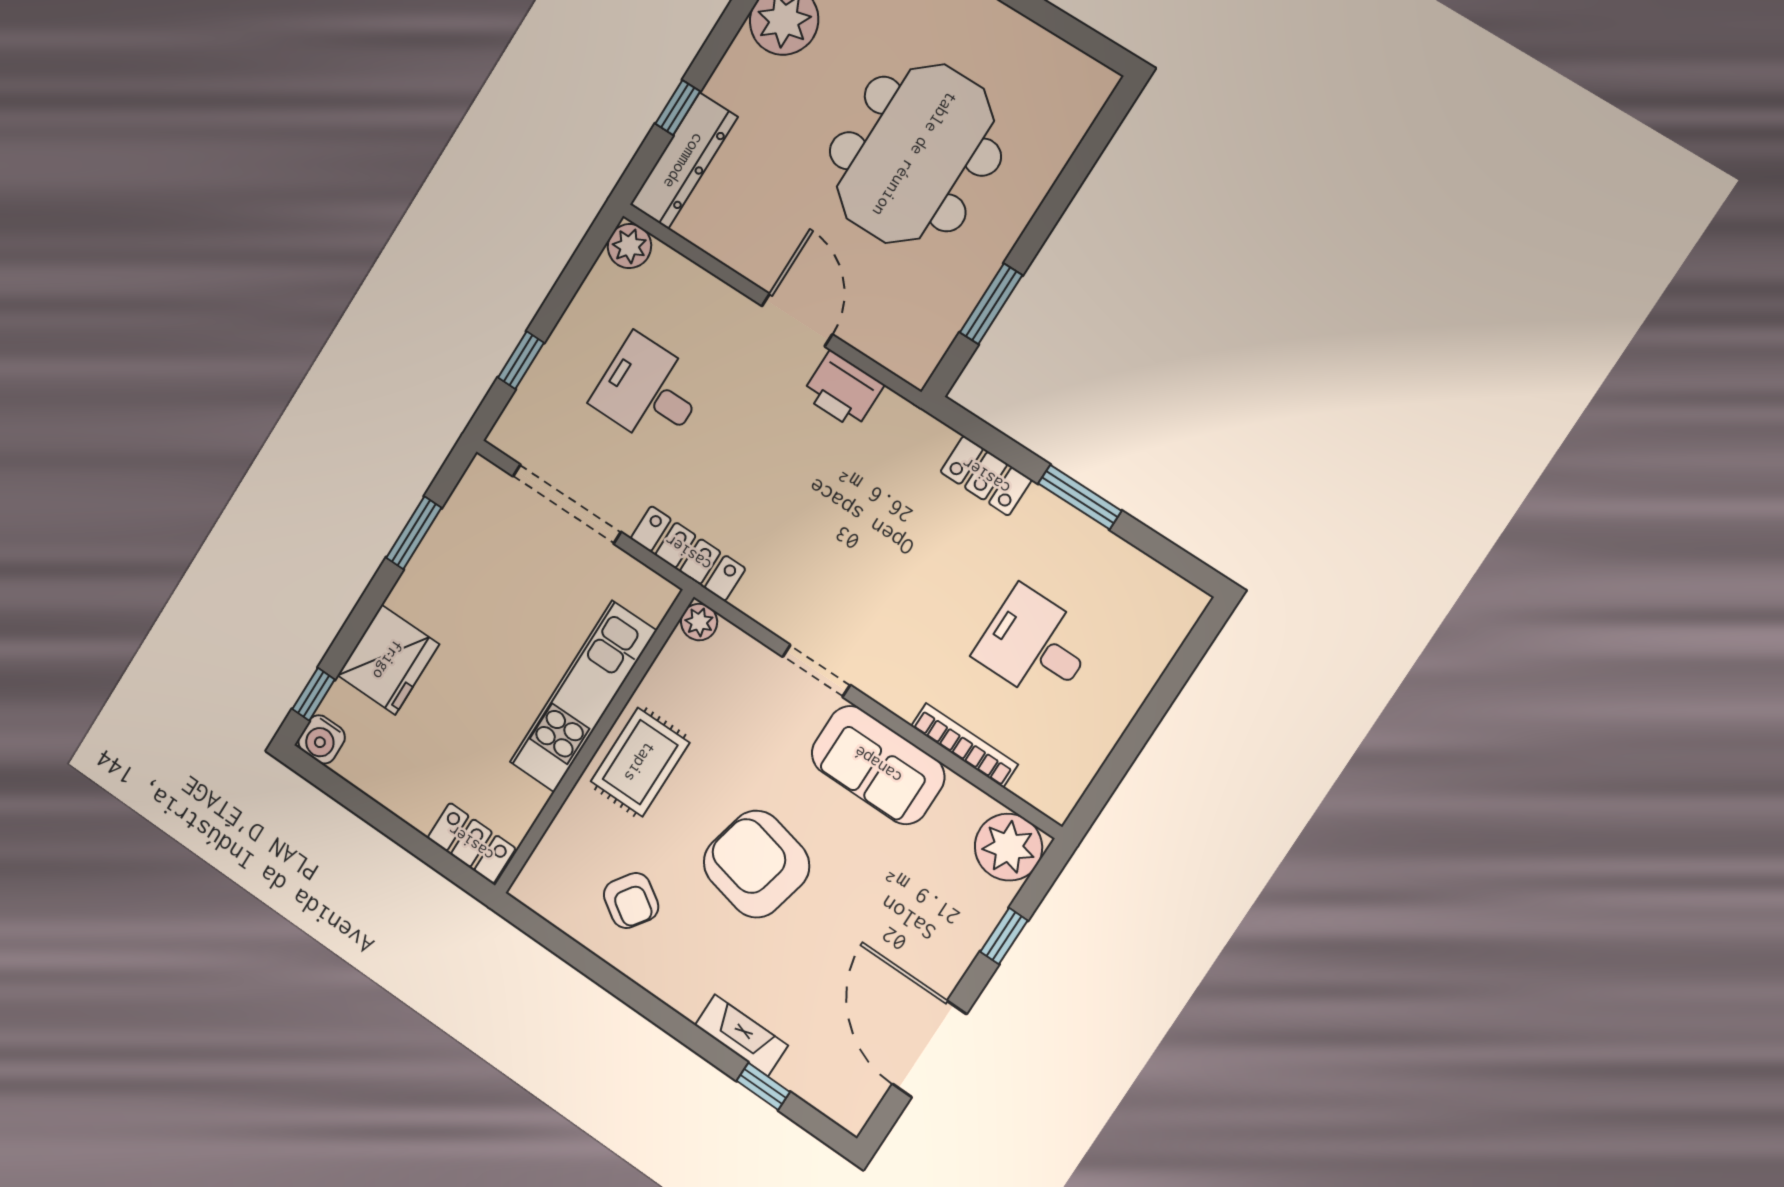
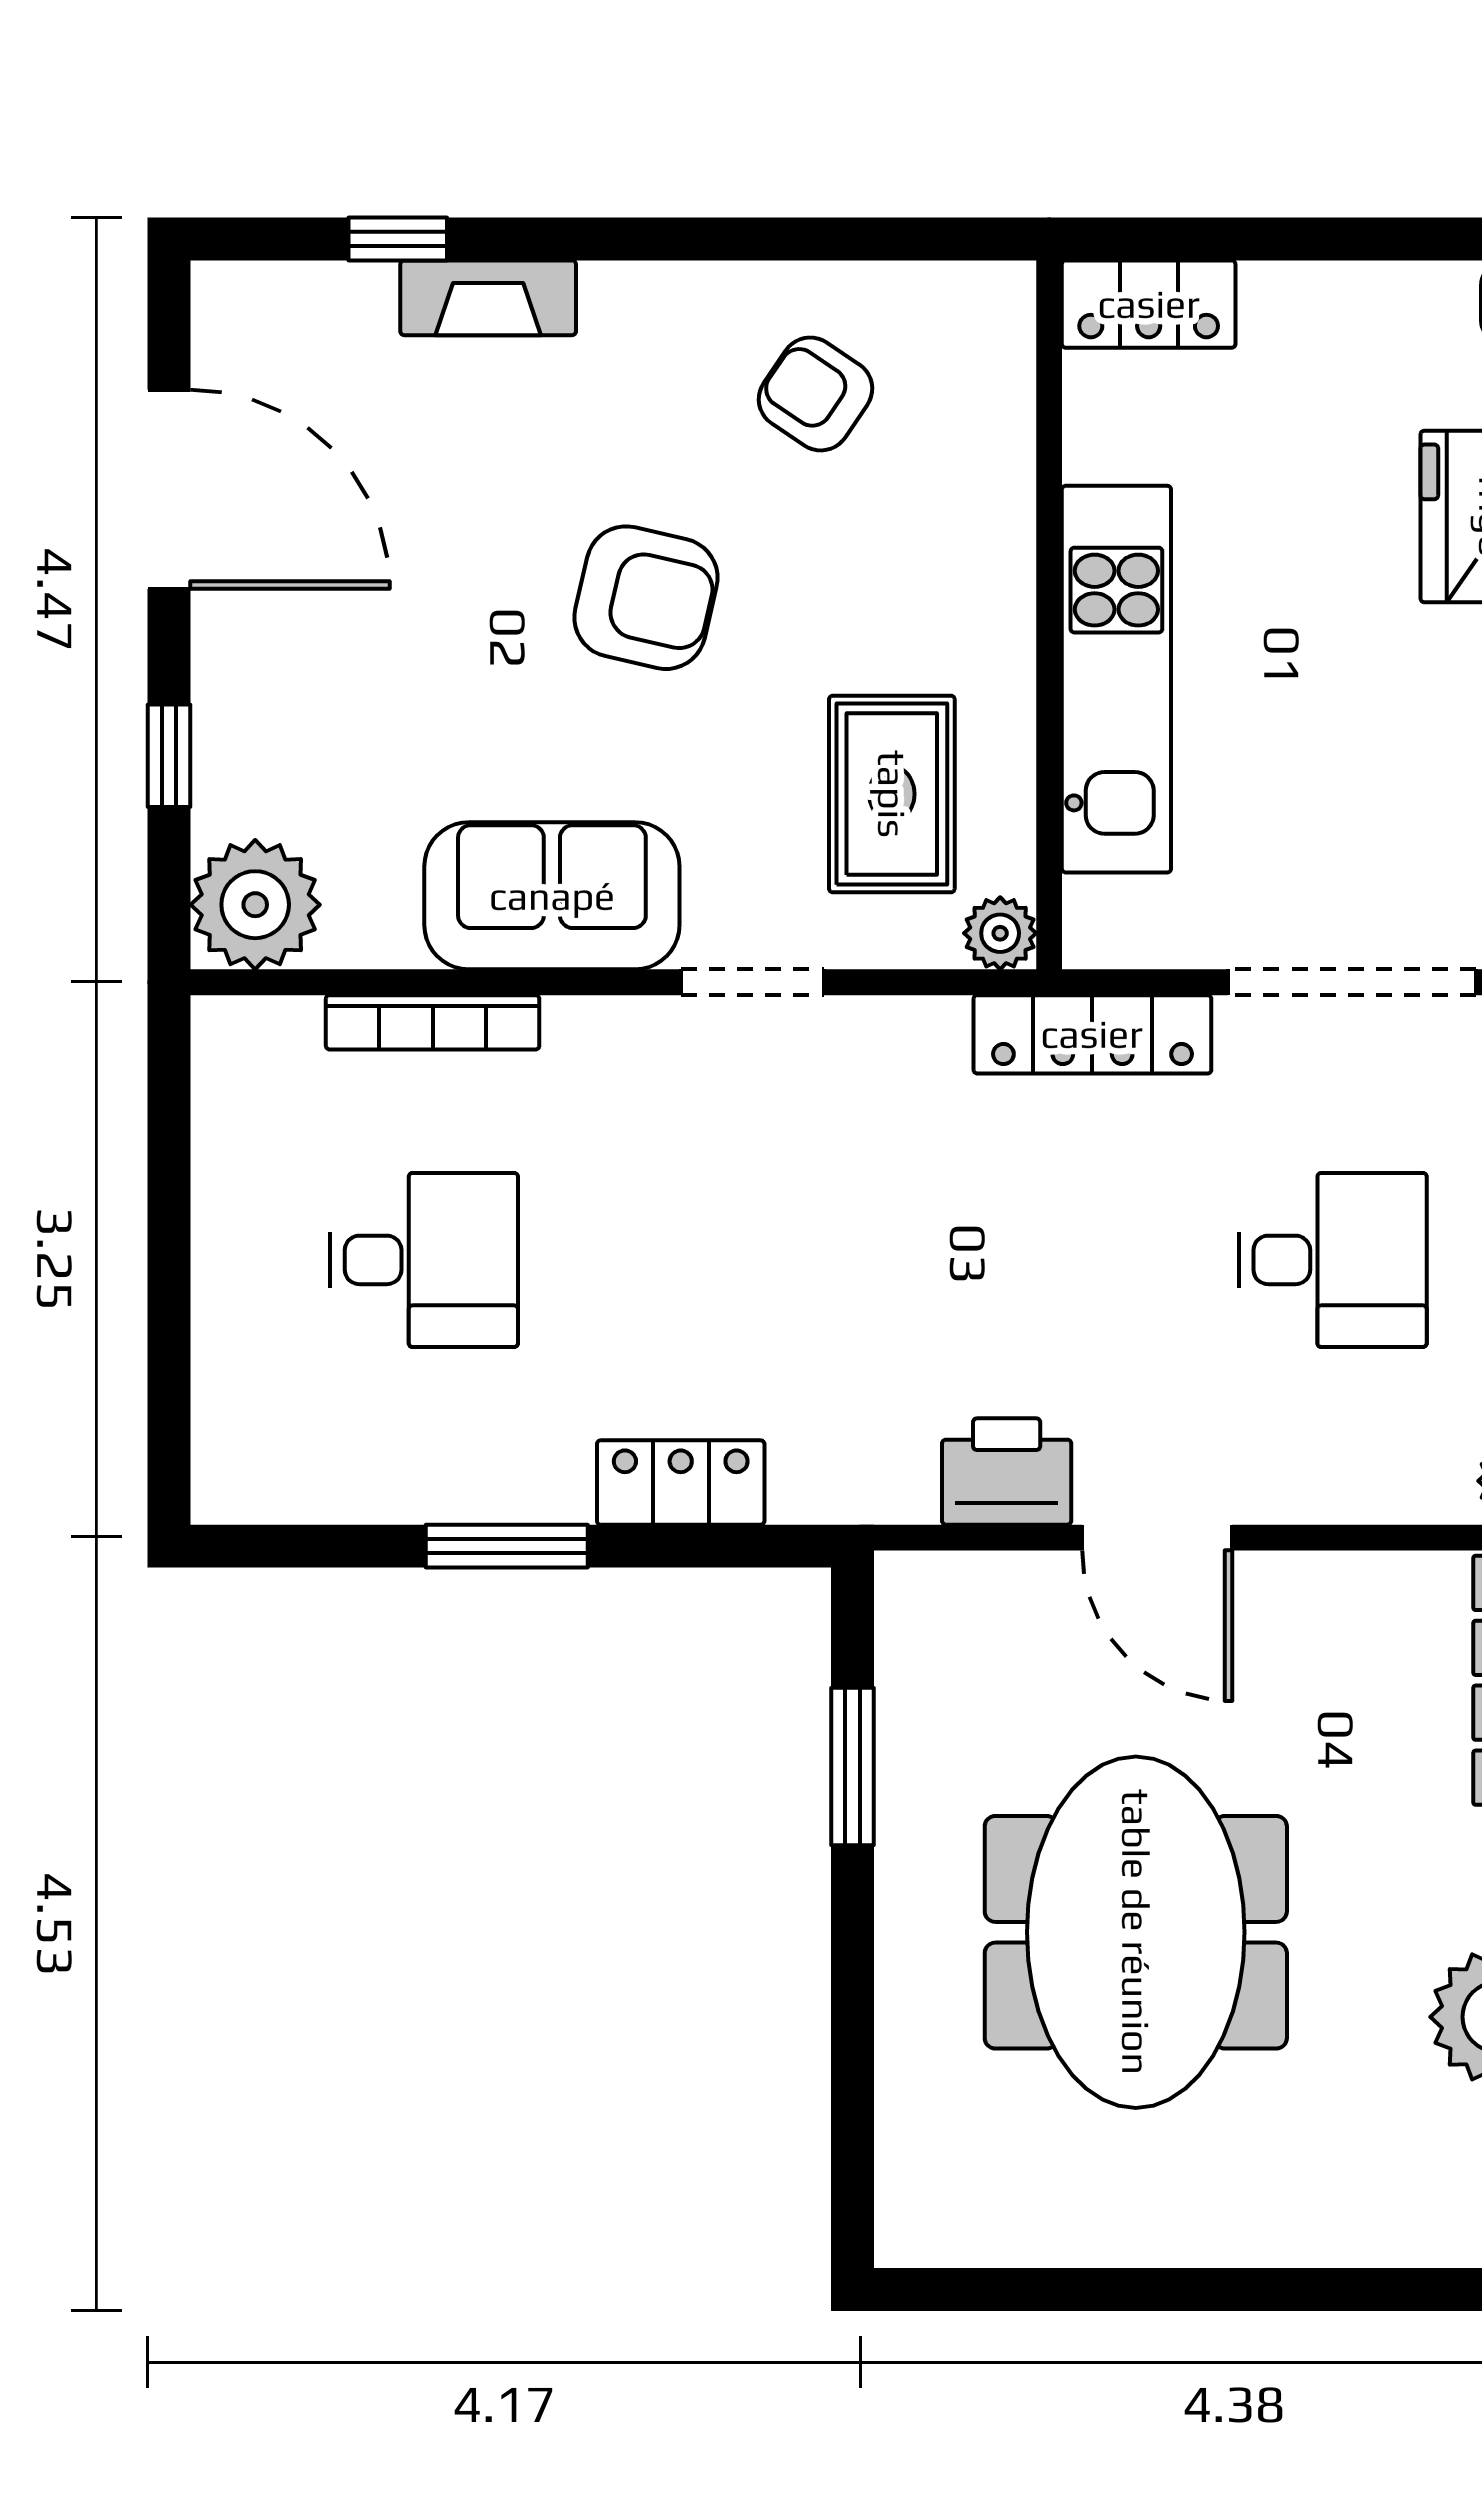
rug: (640, 762) -> (892, 794), moved
armchair: (756, 864) -> (646, 598), width x0.73, depth x0.73

